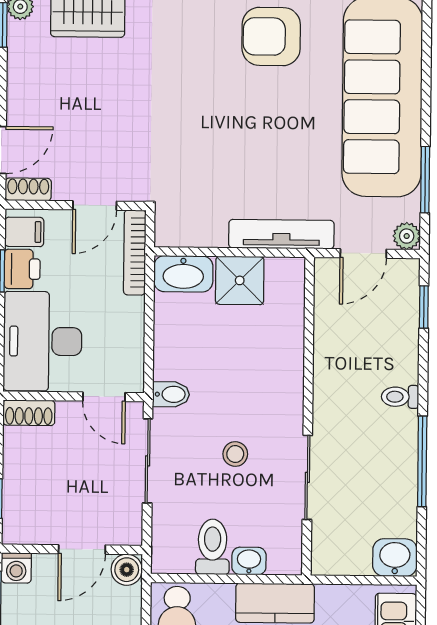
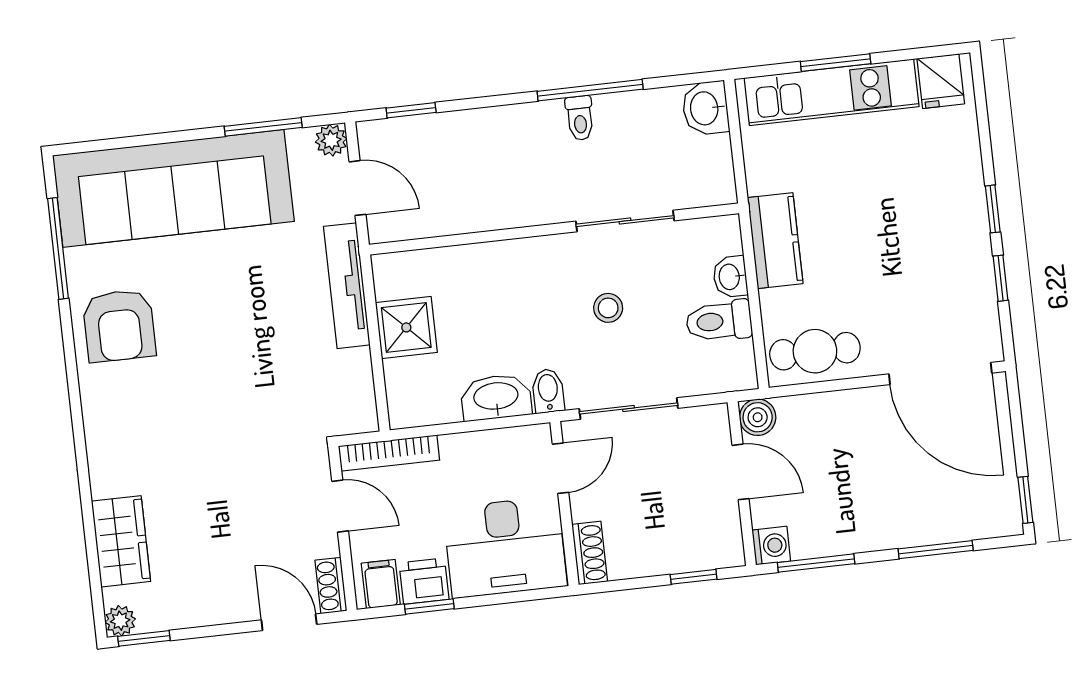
washbasin: (183, 274) -> (496, 397), moved, turned -90
toilet: (400, 397) -> (580, 118), moved

